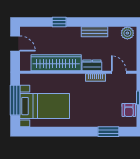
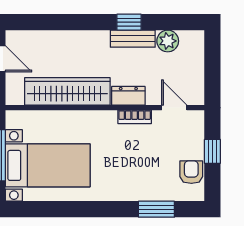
window: (59, 22) -> (129, 22), moved
plant: (127, 33) -> (168, 41), moved
armchair: (129, 110) -> (191, 172), turned 180

